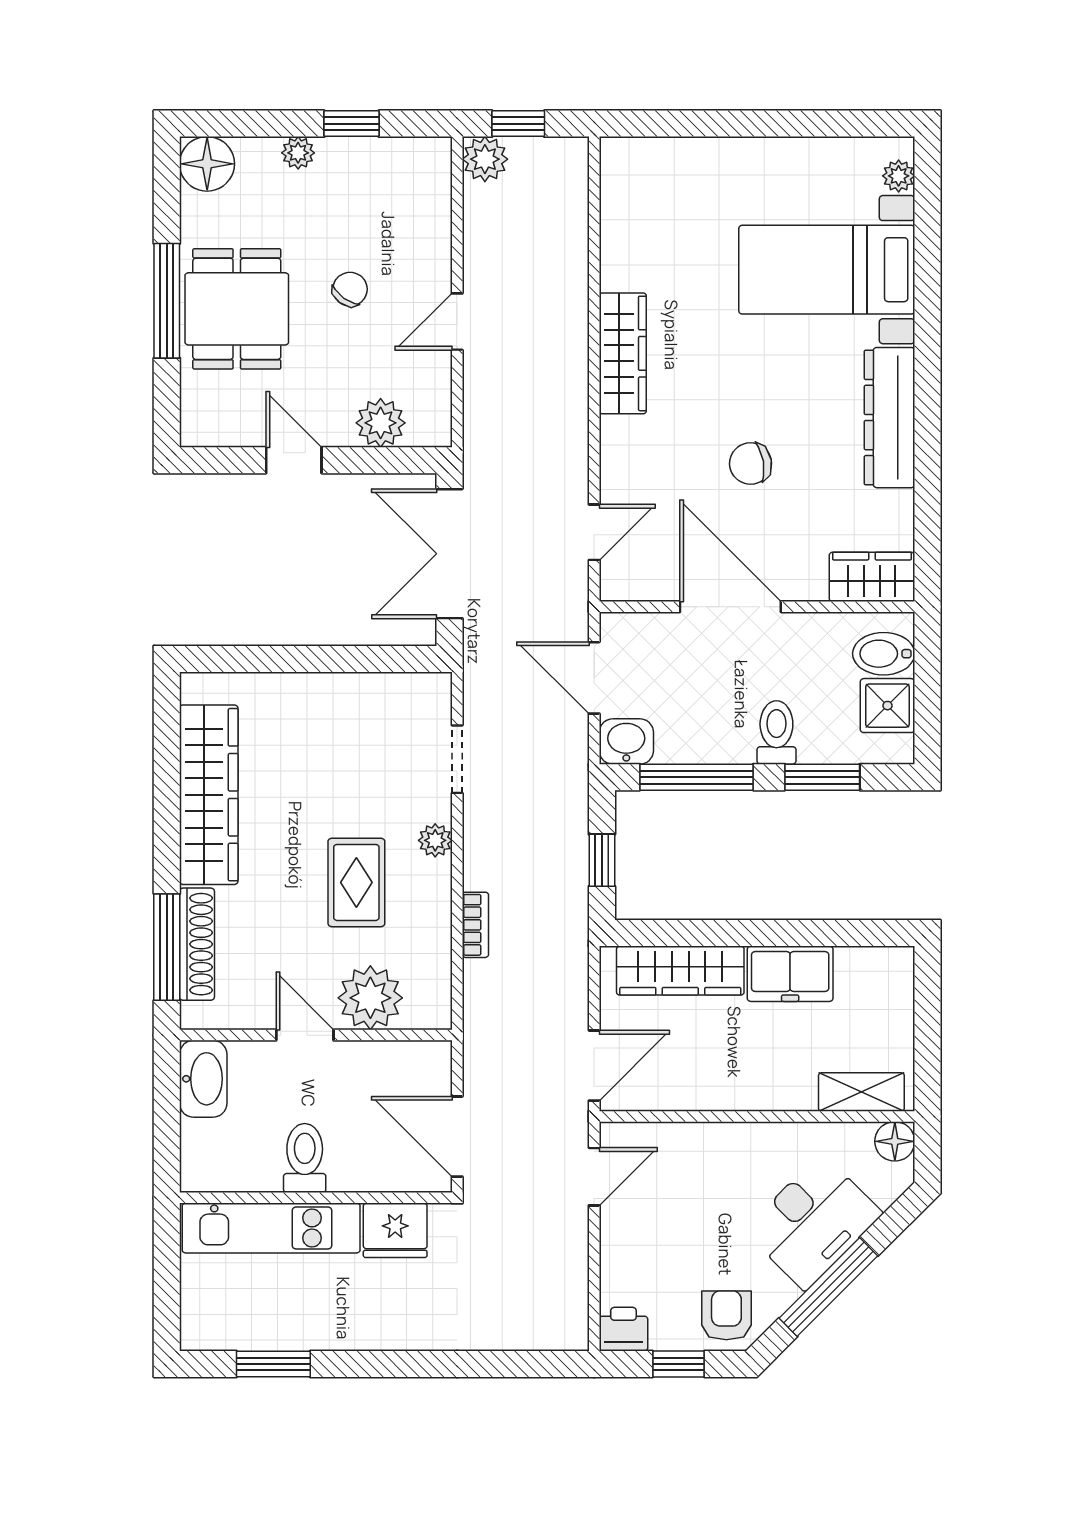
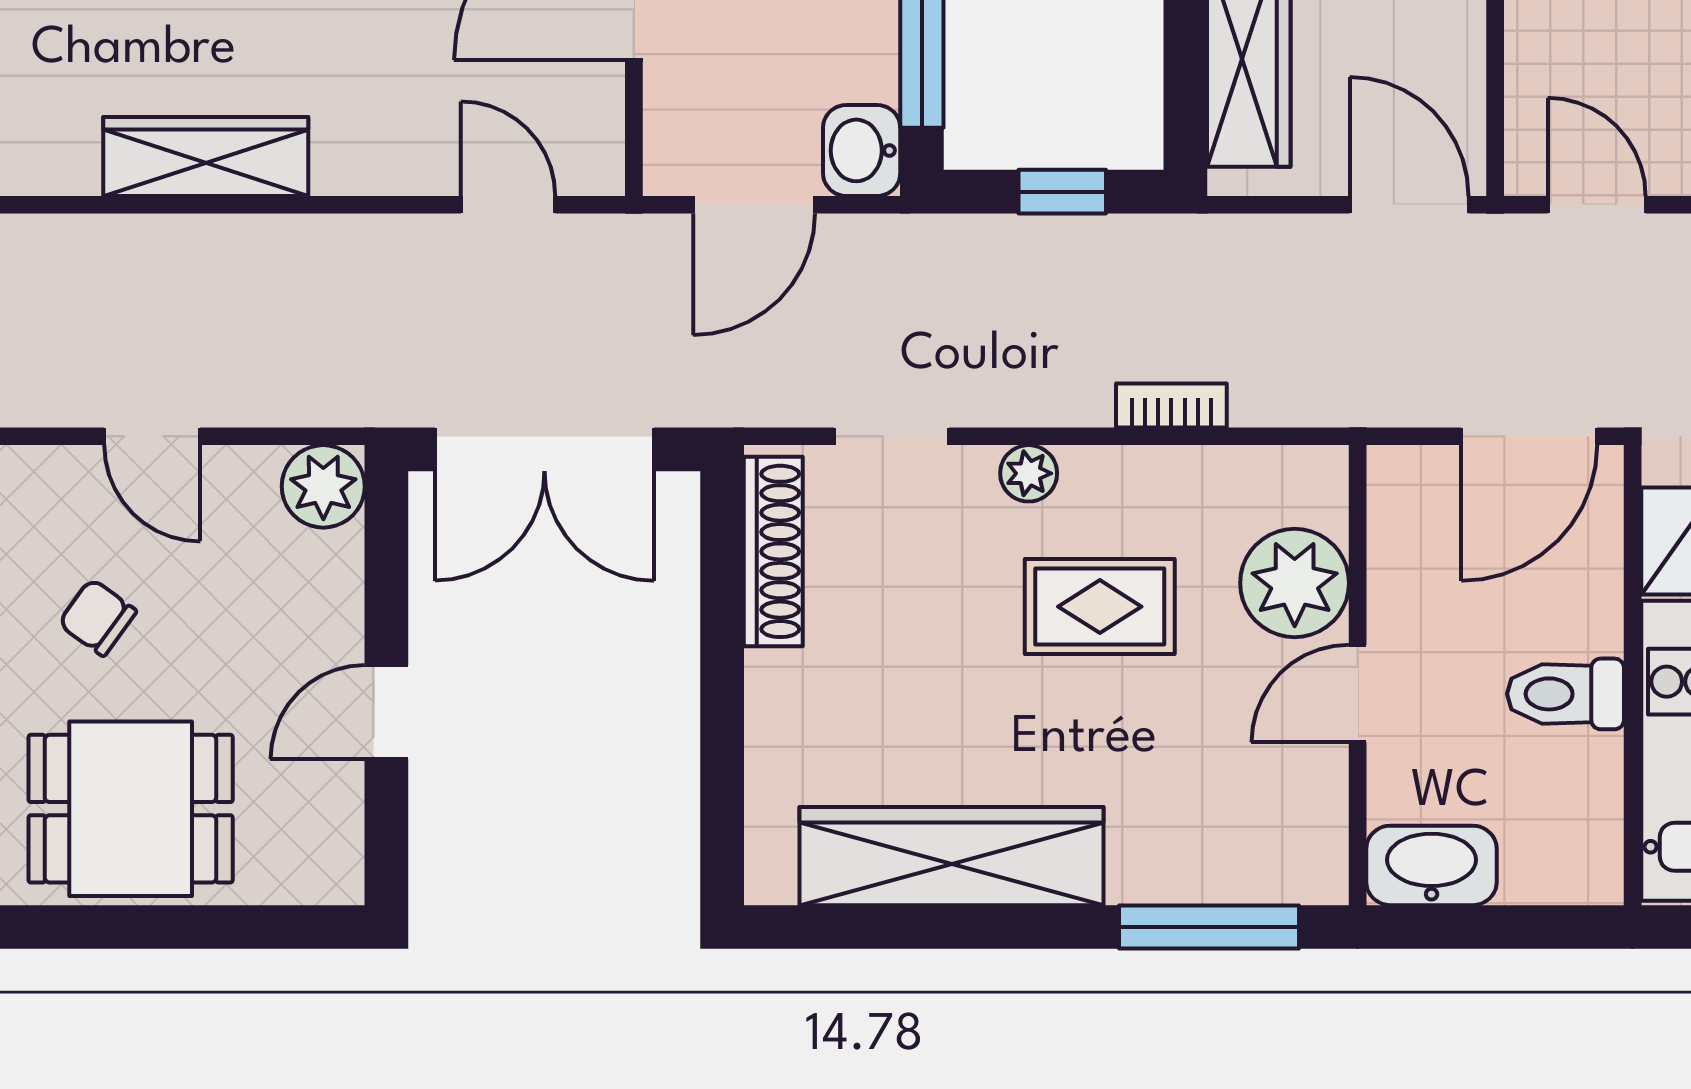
window: (167, 301) -> (117, 927), removed
plant: (381, 423) -> (323, 486), moved
shoe rack: (197, 944) -> (773, 551), moved, turned 90

